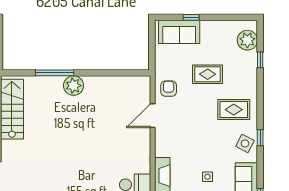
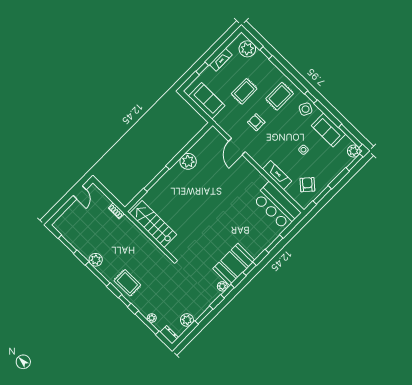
fireplace: (215, 26) -> (221, 60), added
sofa: (179, 32) -> (207, 101), moved, turned -90
plant: (74, 86) -> (188, 161), moved
armchair: (169, 89) -> (256, 122), moved

